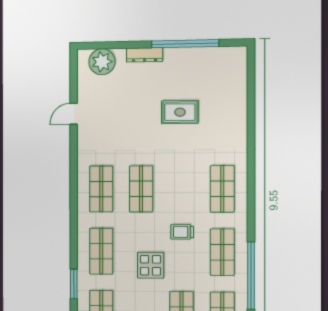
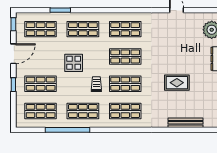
bench: (240, 99) -> (185, 123), added
rug: (180, 112) -> (177, 83), turned 90
shop shelf: (181, 189) -> (125, 84), added

